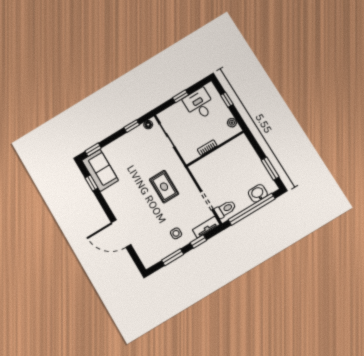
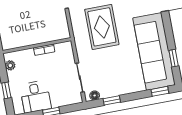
sofa: (100, 170) -> (154, 51), width x1.85, depth x1.27
rug: (164, 187) -> (102, 27), width x1.36, depth x1.43

